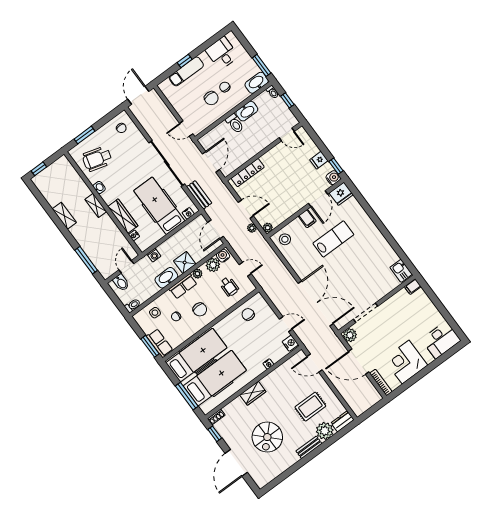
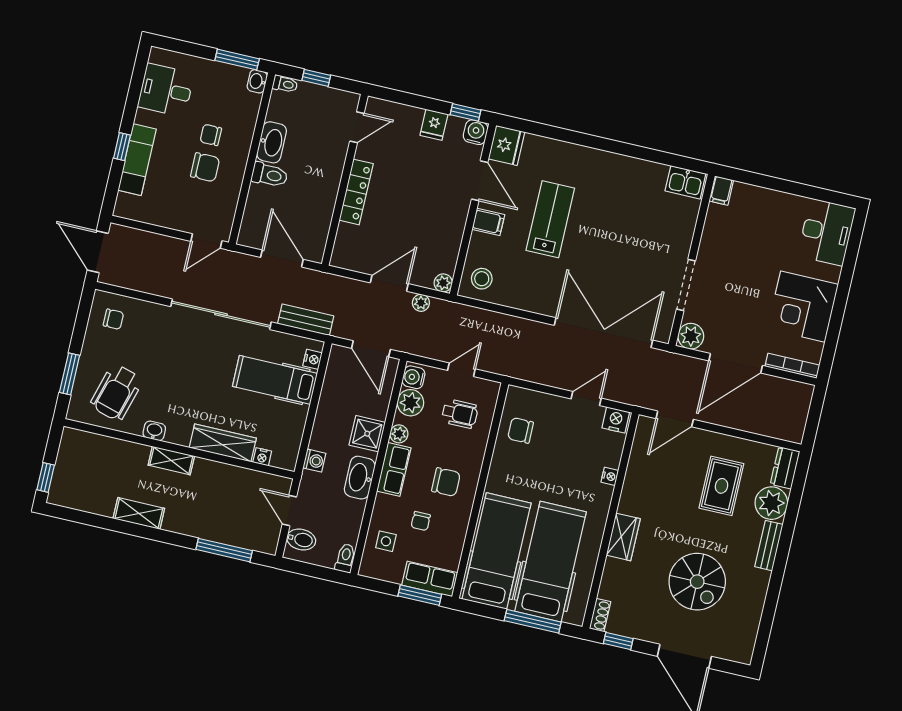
washbasin: (257, 83) -> (257, 81), width x0.52, depth x0.69
locker: (248, 173) -> (356, 192), moved
hospital bed: (159, 206) -> (275, 380), width x0.73, depth x0.78

